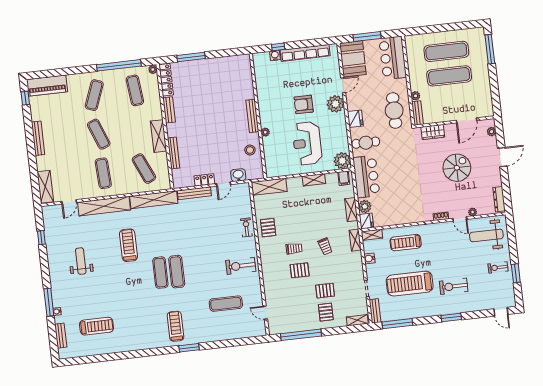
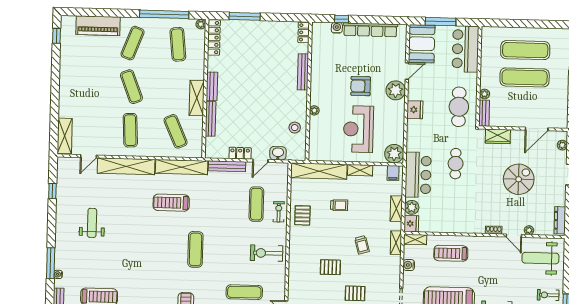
locker: (246, 64) -> (304, 32), added
piano: (47, 86) -> (98, 26), moved
bench: (169, 110) -> (212, 86), moved
bench: (252, 116) -> (303, 72), moved
bench: (38, 138) -> (64, 82), removed
cafe table: (366, 143) -> (456, 164), moved, turned 90
shelving: (269, 187) -> (319, 171), width x1.47
treadmill: (128, 245) -> (171, 203), moved, turned -90
trolley: (294, 249) -> (339, 205), moved
exercise mat: (160, 273) -> (256, 204), moved

